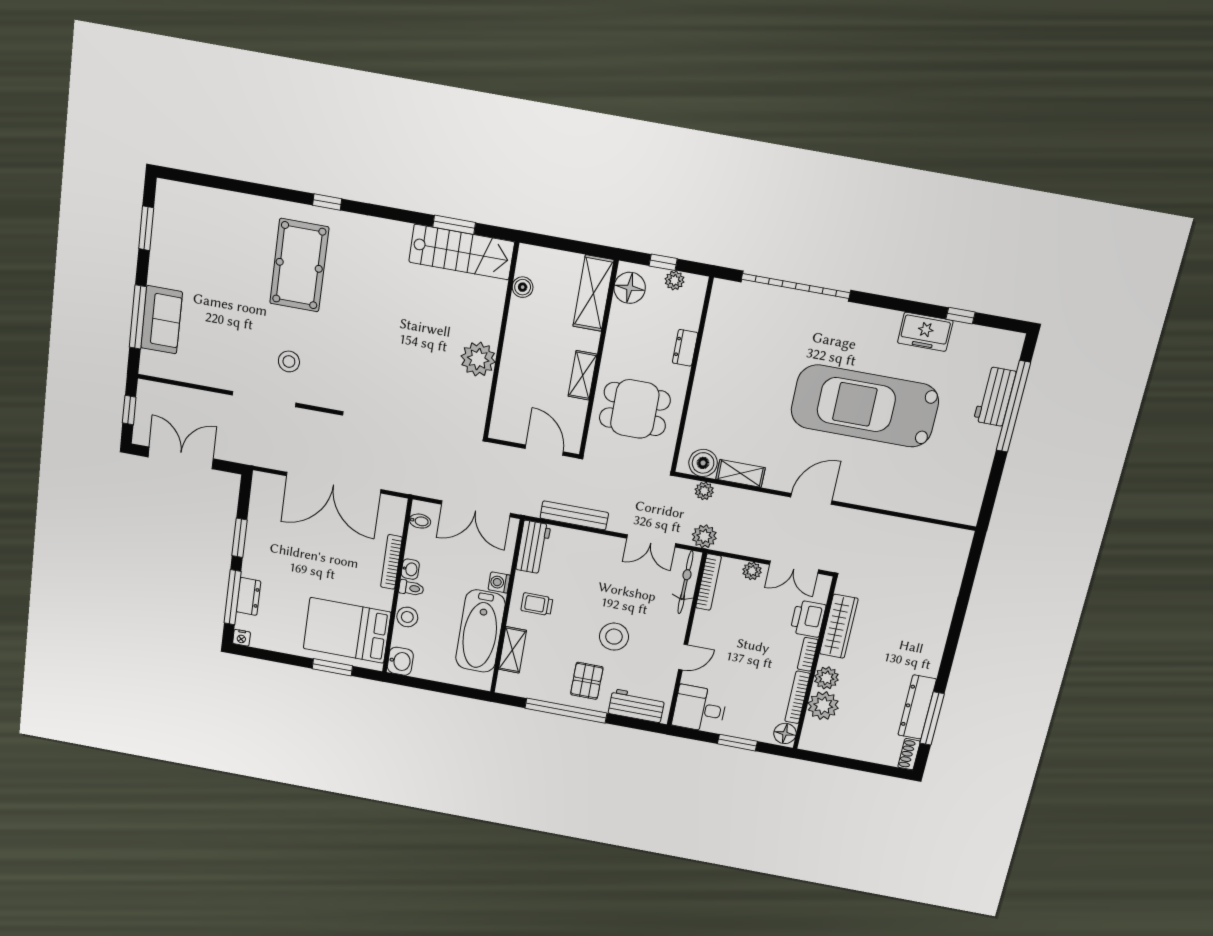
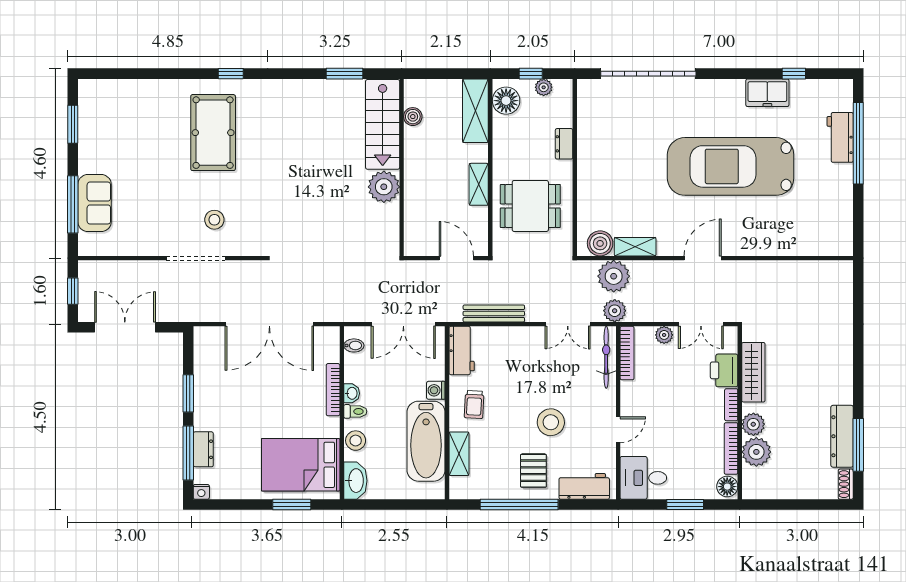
stairs: (462, 252) -> (383, 124), moved, turned 90
plant: (704, 491) -> (614, 276), width x1.87, depth x1.87
trolley: (537, 604) -> (474, 405), turned -87
washbasin: (400, 661) -> (355, 481), width x1.38

